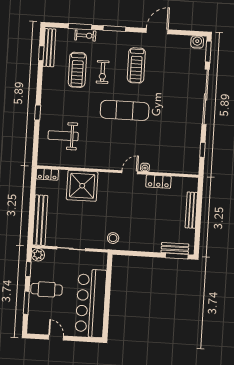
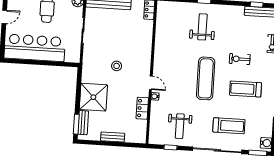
treadmill: (77, 70) -> (229, 126), moved, turned 180
weight bench: (63, 136) -> (202, 27), moved
weight bench: (179, 139) -> (180, 126), added
shower: (82, 186) -> (93, 97), moved
bench: (191, 210) -> (113, 137), width x0.73
stool: (113, 238) -> (117, 66), moved

